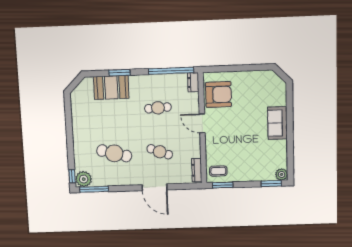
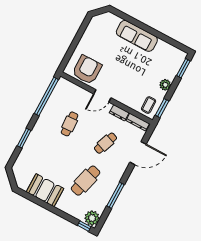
dresser: (193, 82) -> (119, 113), moved
booth: (111, 87) -> (45, 190), moved, turned 90
sofa: (277, 123) -> (137, 36), width x1.36
plant: (282, 174) -> (165, 85), moved
door: (155, 187) -> (138, 153), moved
window: (94, 189) -> (116, 195), moved

